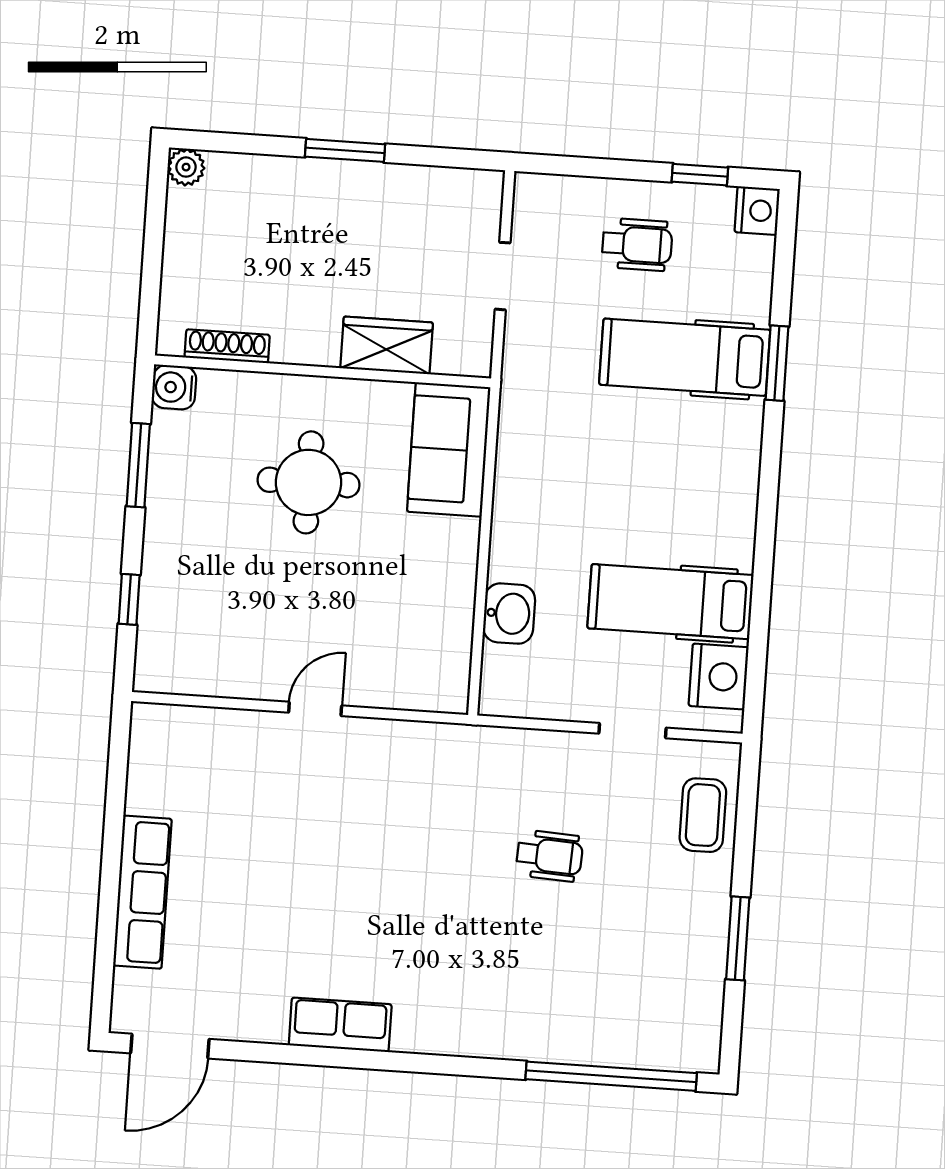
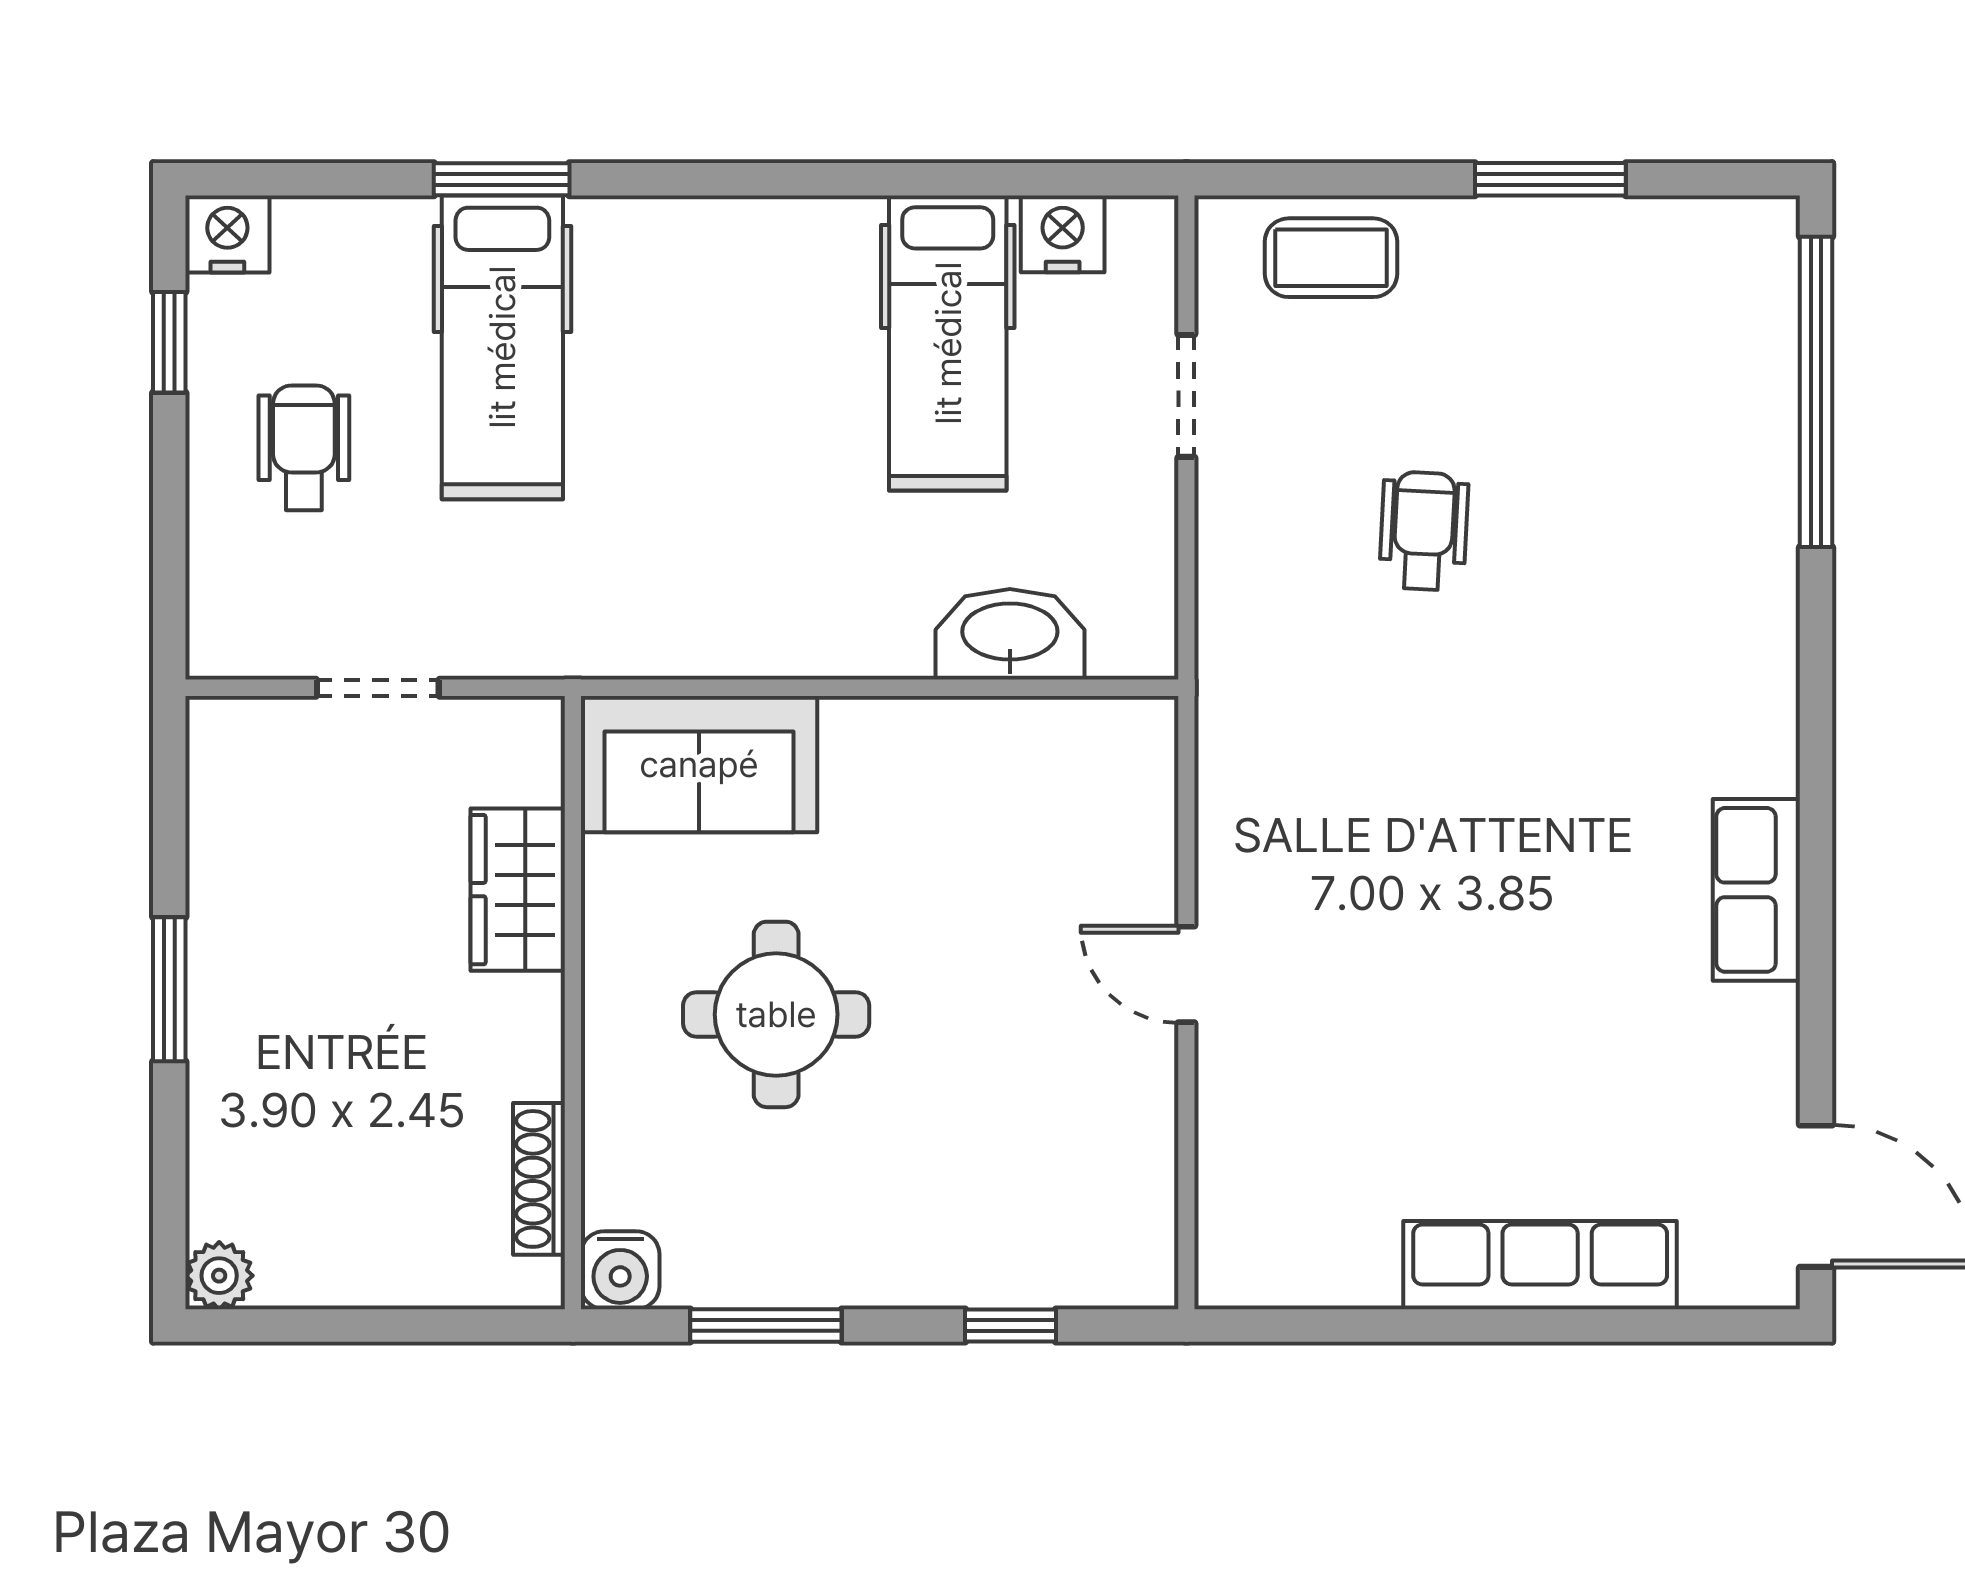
washbasin: (509, 614) -> (1010, 634), width x1.38
nightstand: (719, 677) -> (1063, 234), width x0.74, depth x0.75

